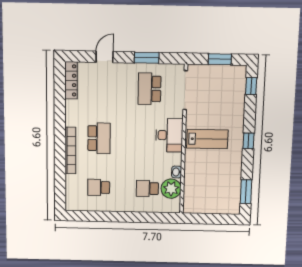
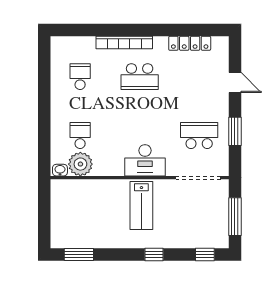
window: (220, 59) -> (235, 217), width x1.44
locker: (71, 80) -> (190, 43), moved
window: (248, 141) -> (154, 254), moved
washbasin: (177, 172) -> (60, 170), moved

